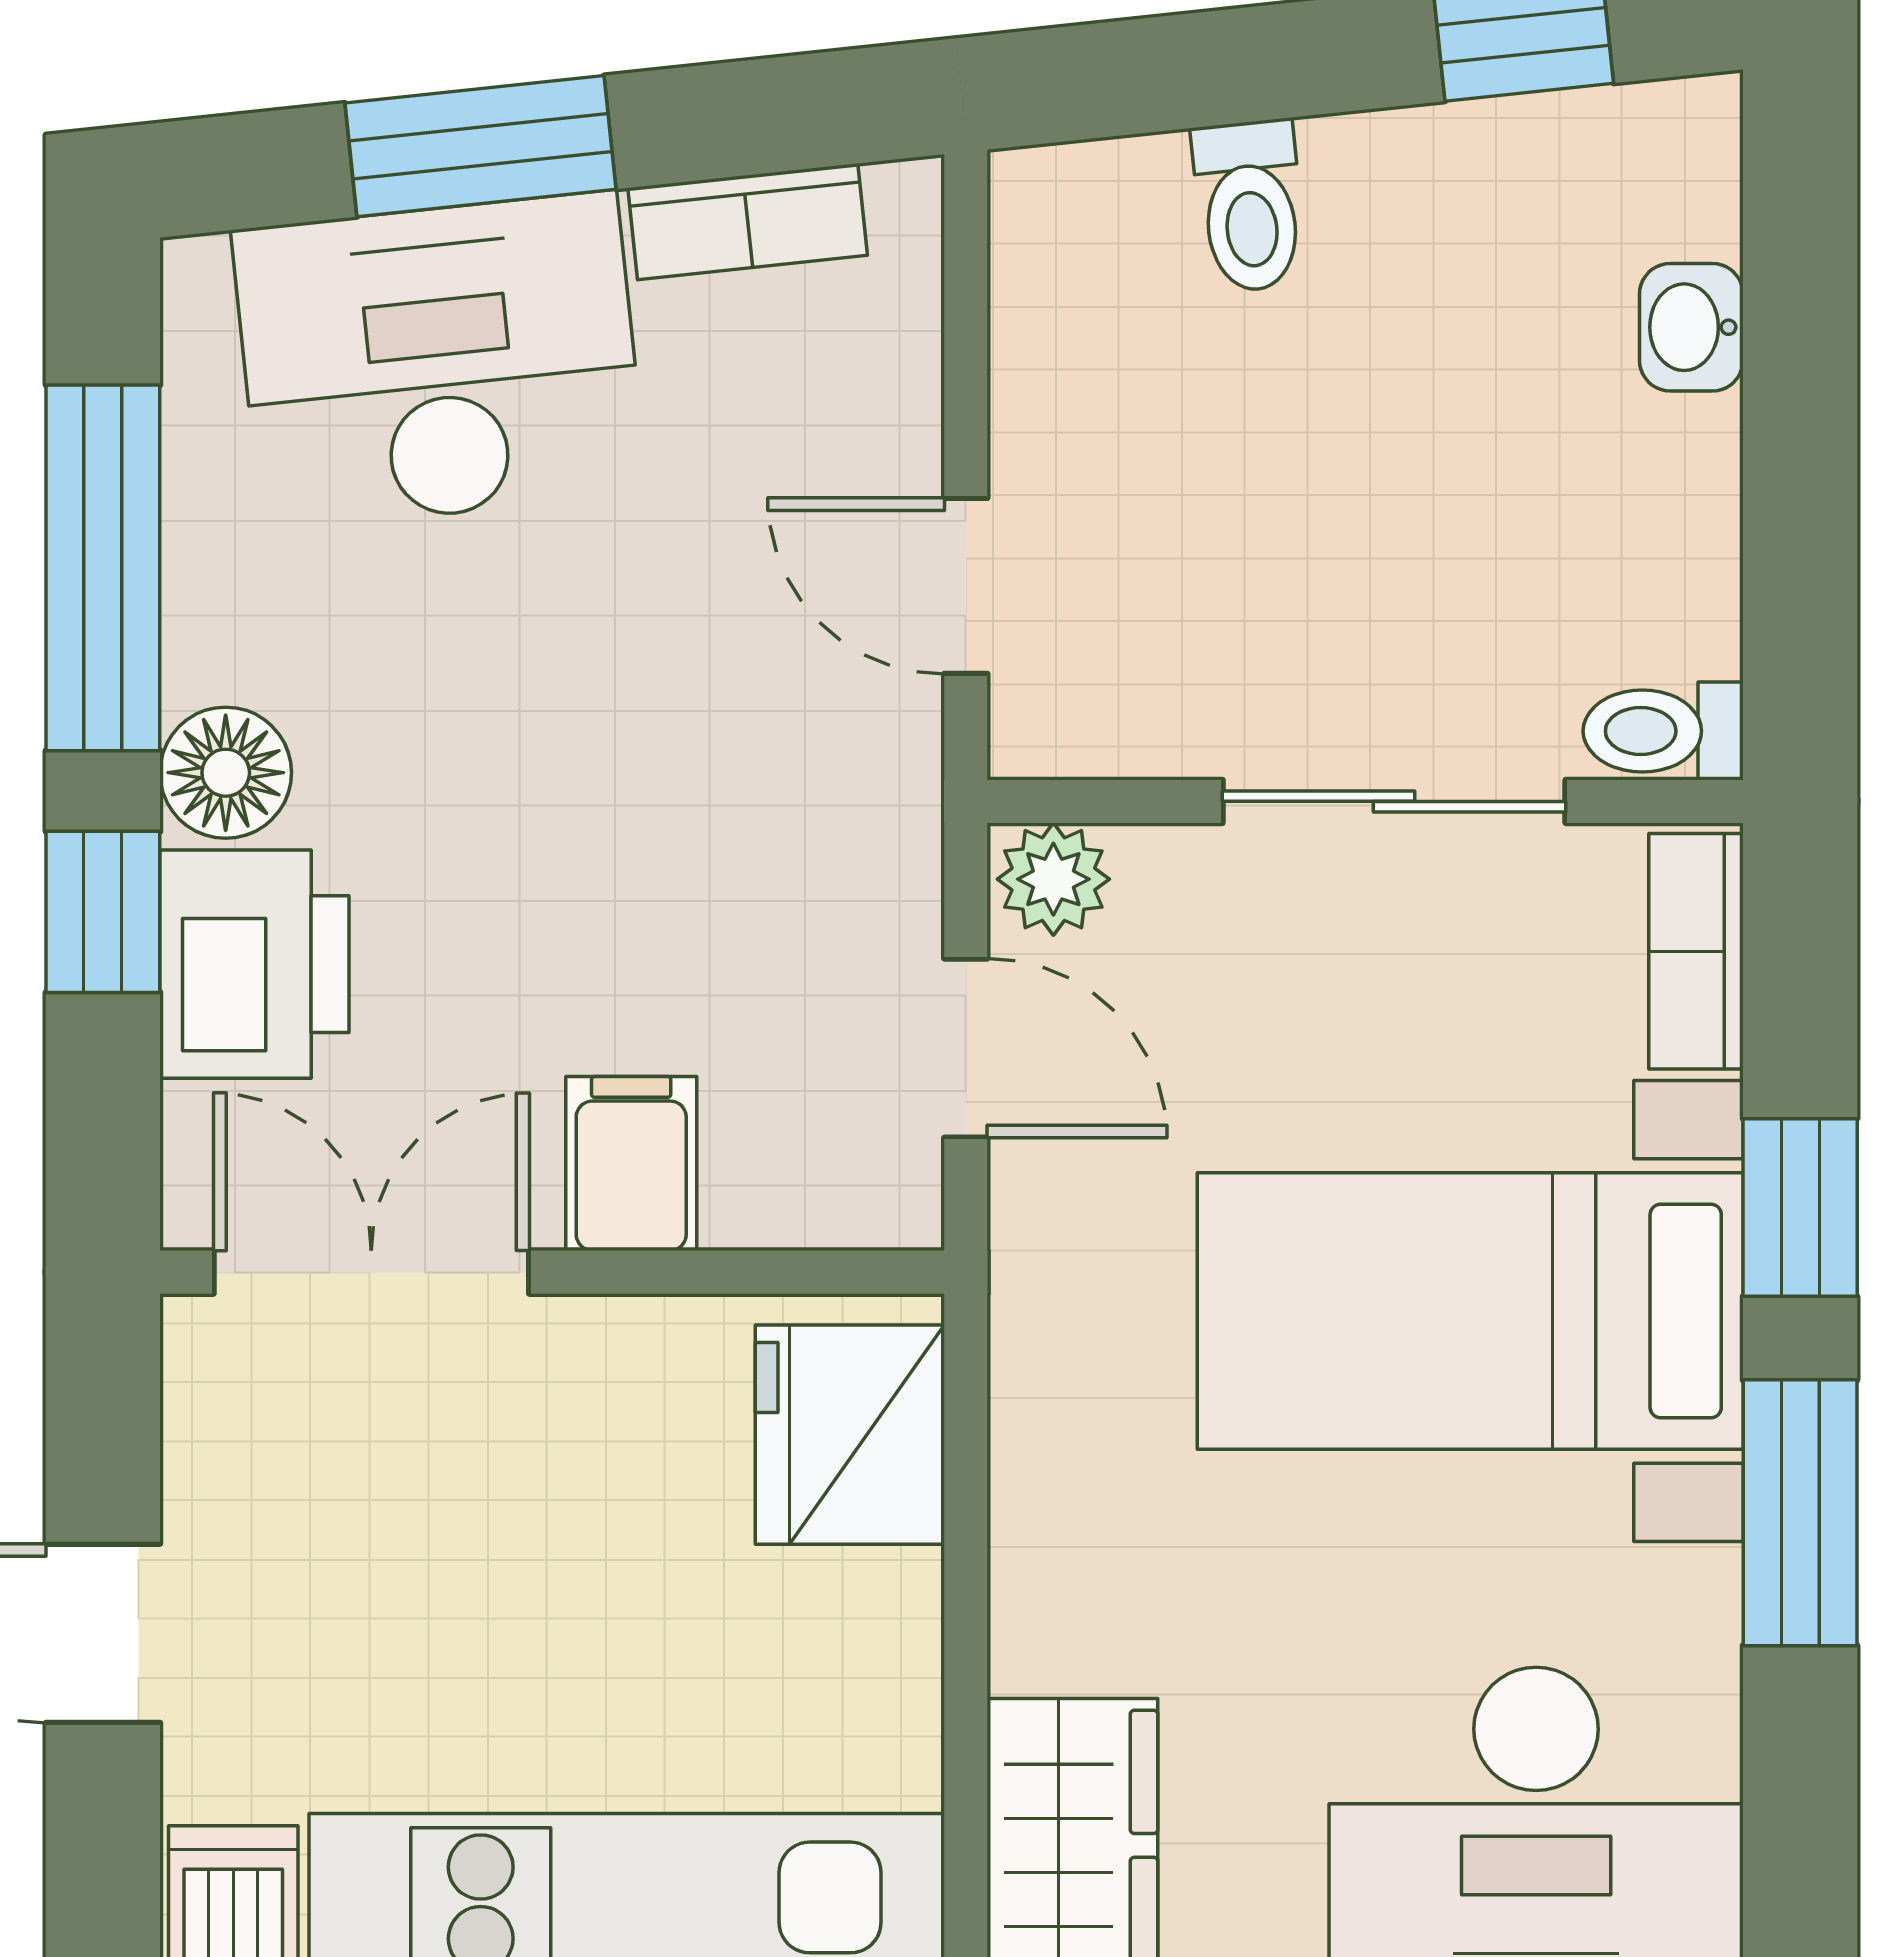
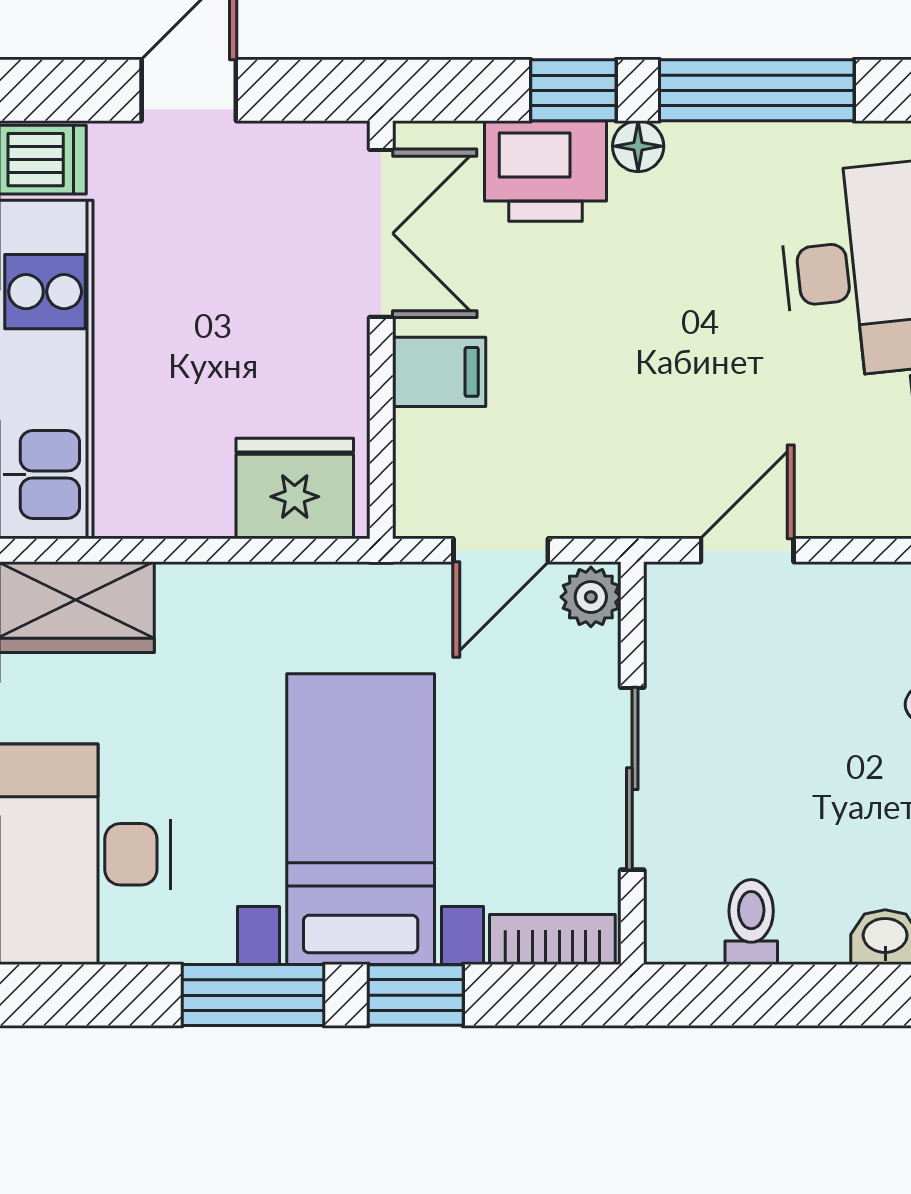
toilet: (1663, 731) -> (751, 922), moved
floor lamp: (226, 773) -> (638, 146), width x0.73, depth x0.73

